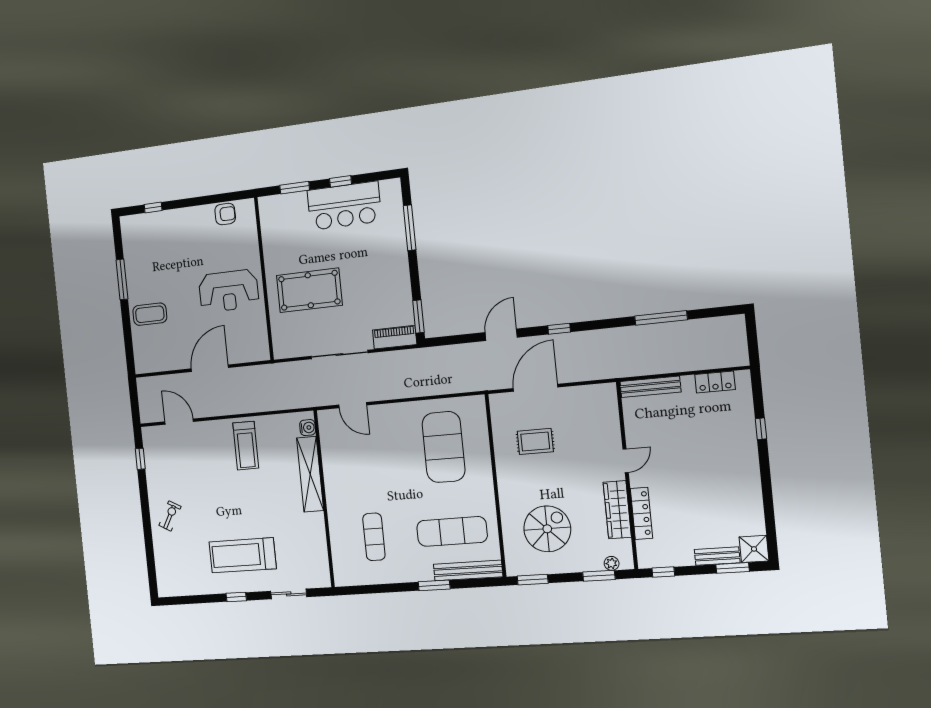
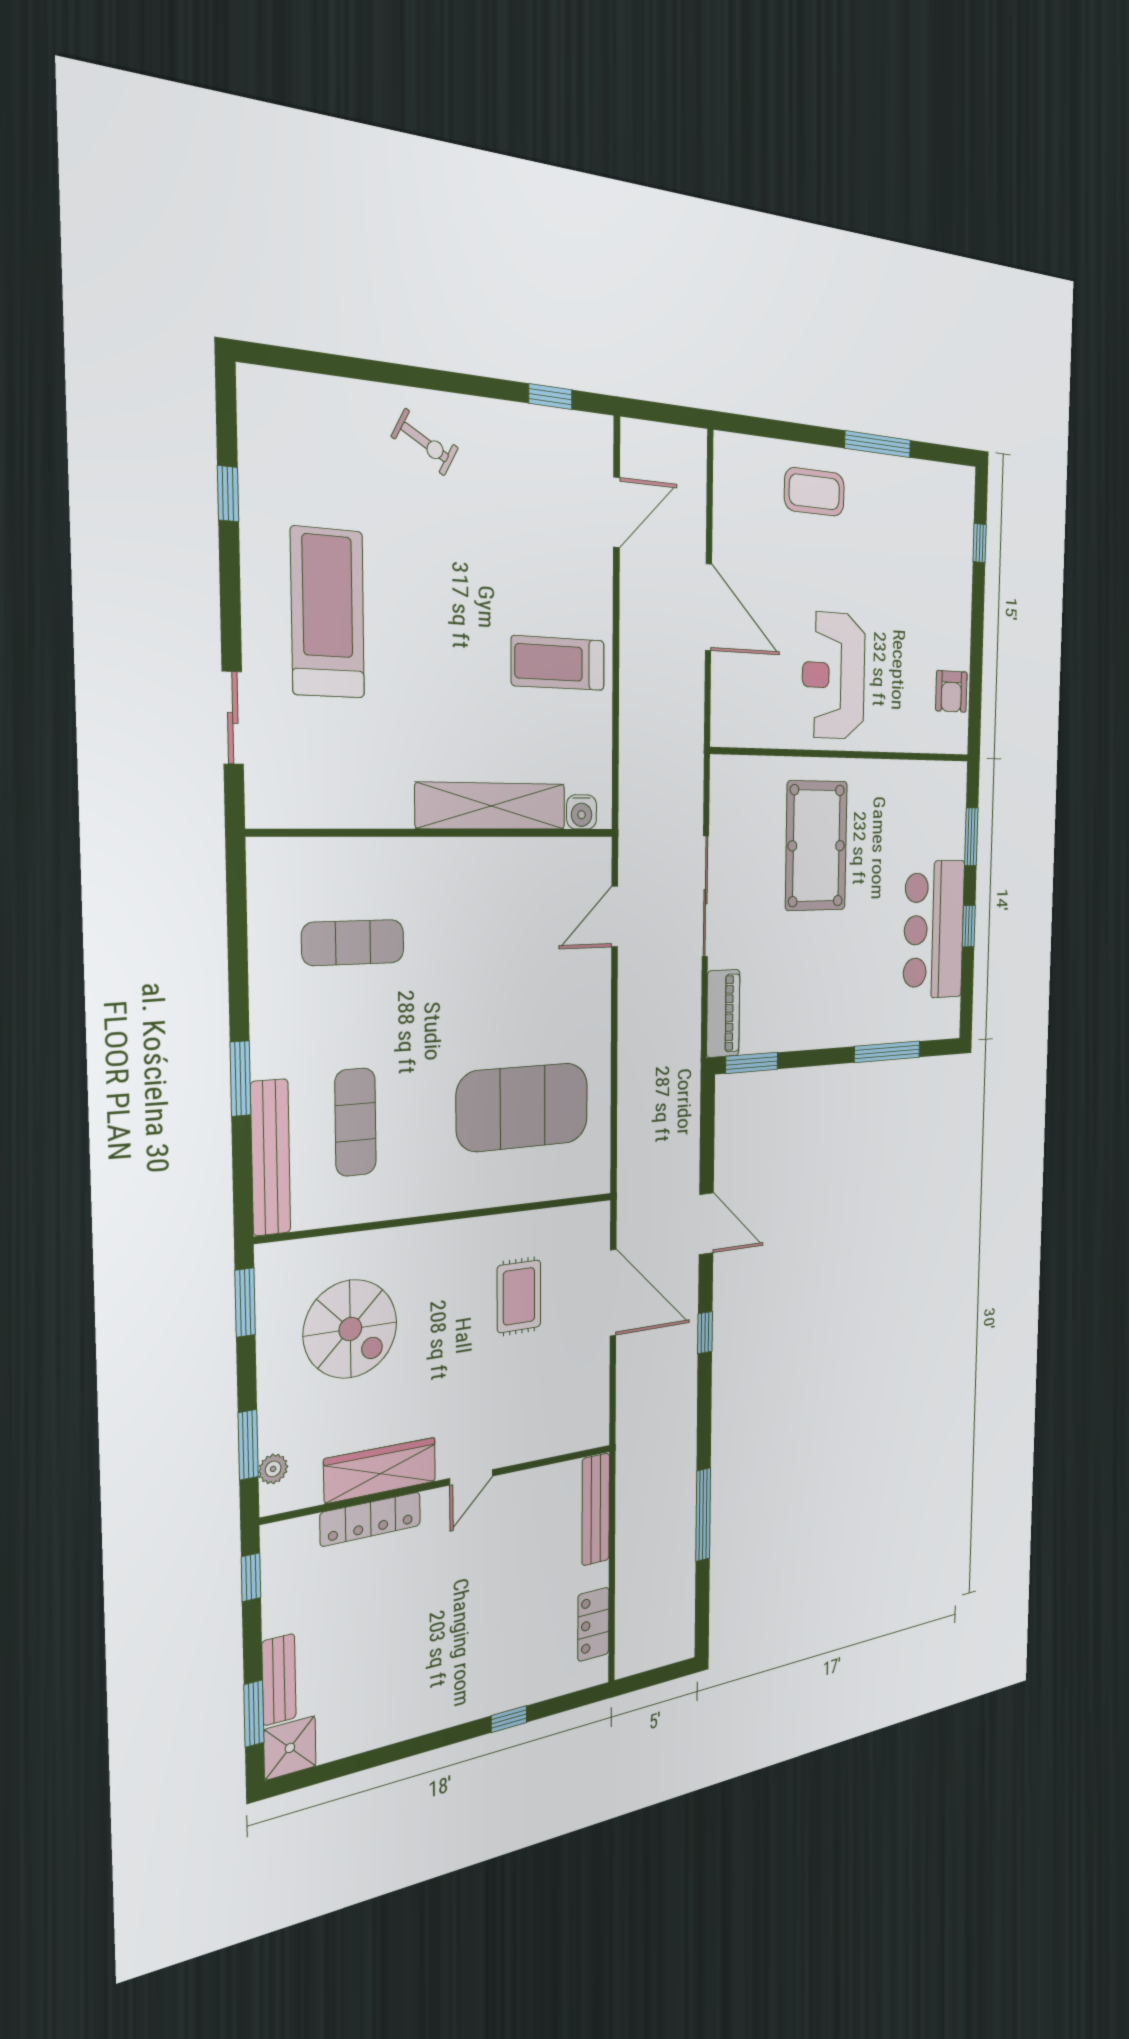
coffee table: (150, 314) -> (814, 492), turned 90
door: (626, 461) -> (471, 1477), hinge flipped
exercise mat: (452, 531) -> (355, 1122), width x0.73, depth x0.69
window: (236, 597) -> (228, 494), moved

